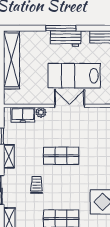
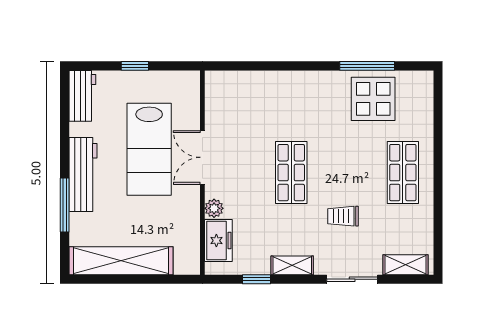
window: (61, 28) -> (65, 205), moved
workbench: (66, 39) -> (83, 175), width x1.38

